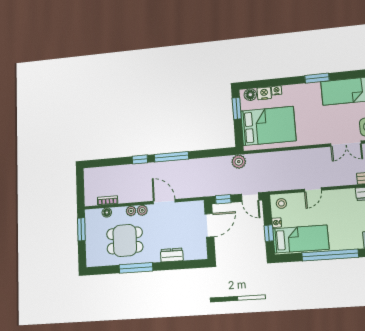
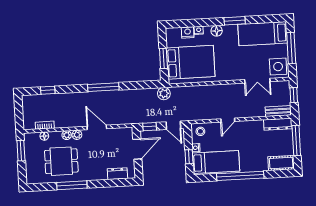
floor lamp: (250, 95) -> (217, 31), moved
window: (237, 108) -> (163, 58), moved
window: (140, 159) -> (48, 90), moved
dresser: (172, 255) -> (117, 174), moved

